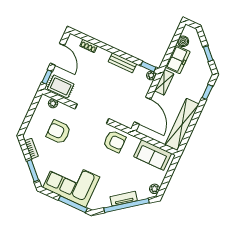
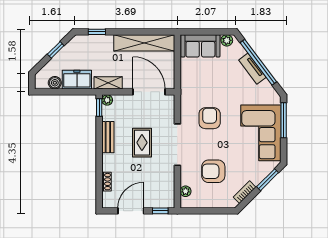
rug: (61, 86) -> (142, 143), moved
door: (143, 111) -> (149, 92), hinge flipped
armchair: (59, 132) -> (213, 171), turned 90
armchair: (115, 141) -> (210, 118), moved
sofa: (153, 155) -> (200, 46), moved, turned 90

